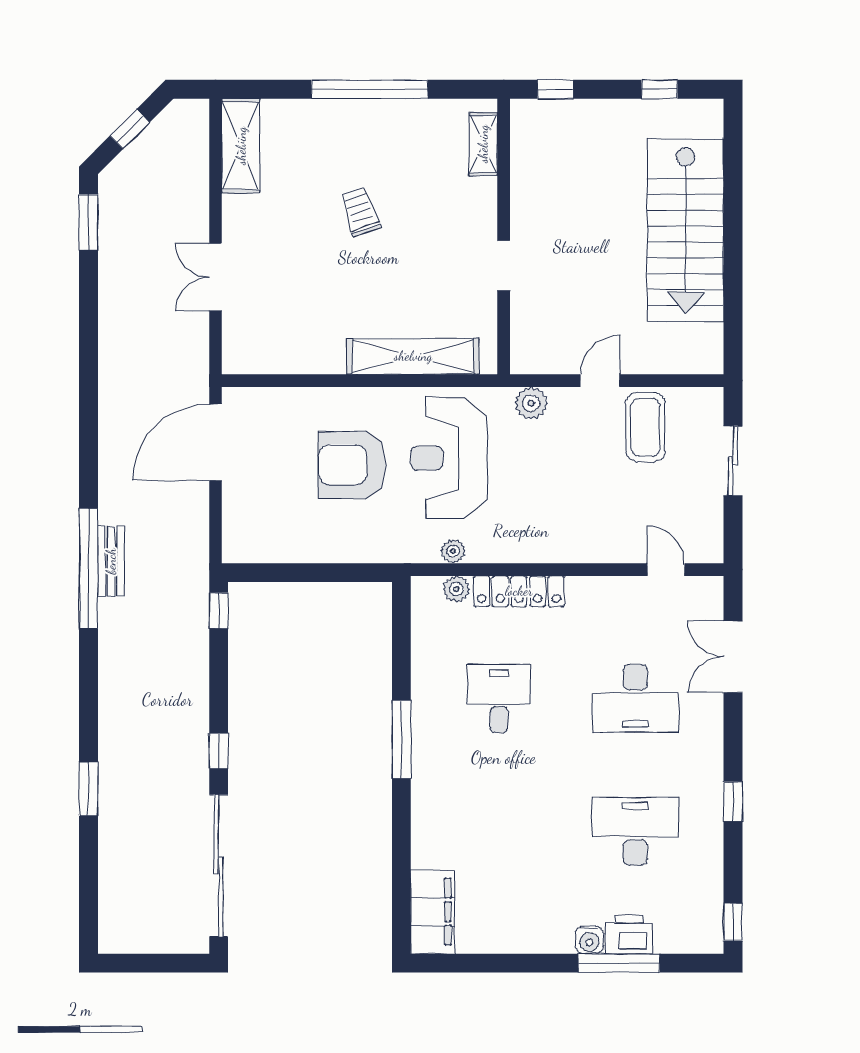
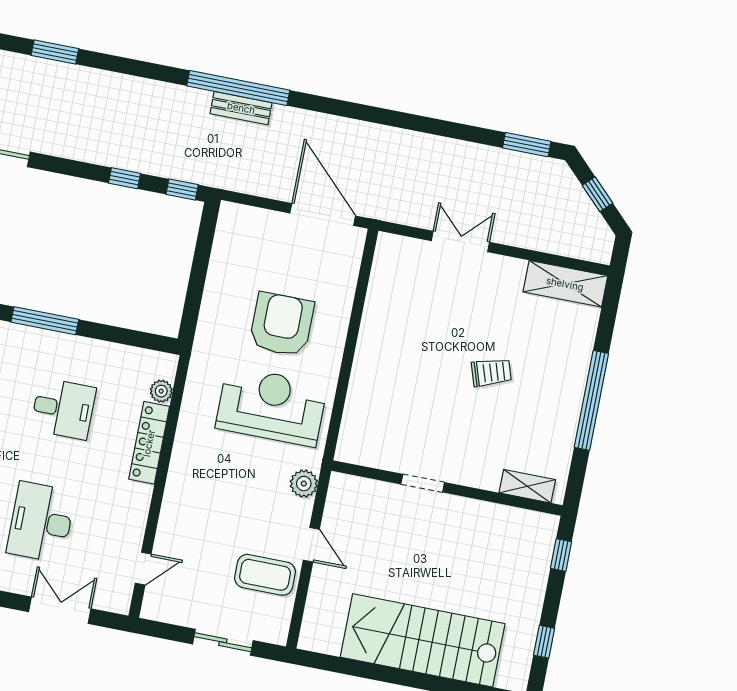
shelving: (413, 356) -> (362, 393), removed
plant: (453, 551) -> (193, 394), removed
window: (219, 751) -> (124, 178), moved

